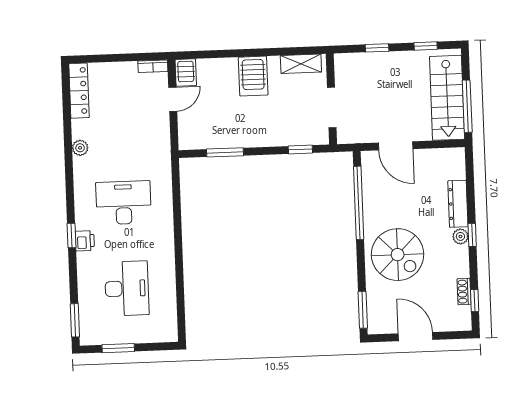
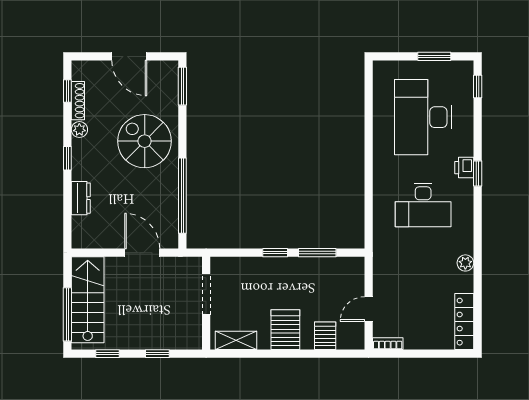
server rack: (186, 73) -> (325, 336), moved
window: (467, 106) -> (67, 314), moved
window: (300, 149) -> (275, 253), moved
dresser: (458, 204) -> (81, 198), width x0.70
plant: (460, 236) -> (79, 130), moved
desk: (127, 288) -> (423, 117), width x1.36, depth x1.30
shoe rack: (464, 292) -> (78, 101), width x1.43
window: (75, 320) -> (478, 87), width x0.67

